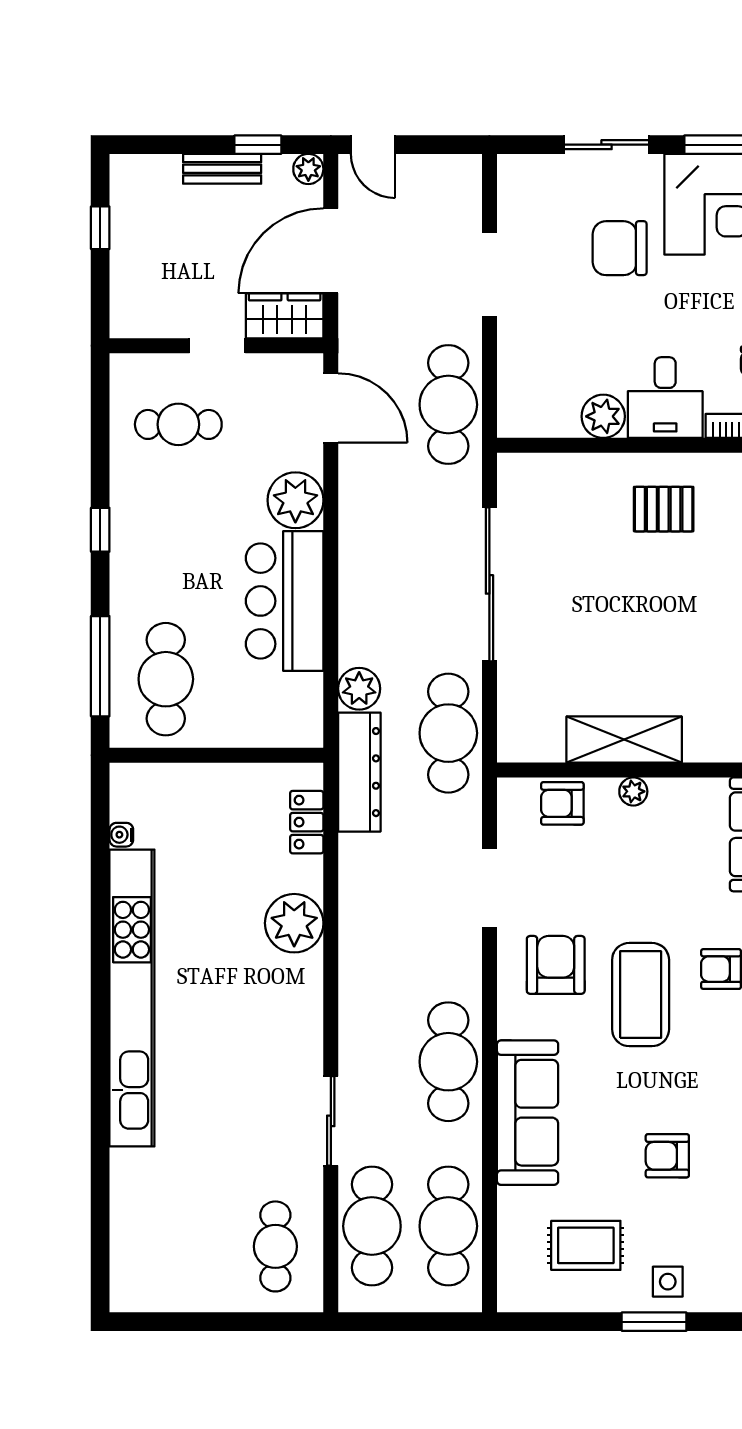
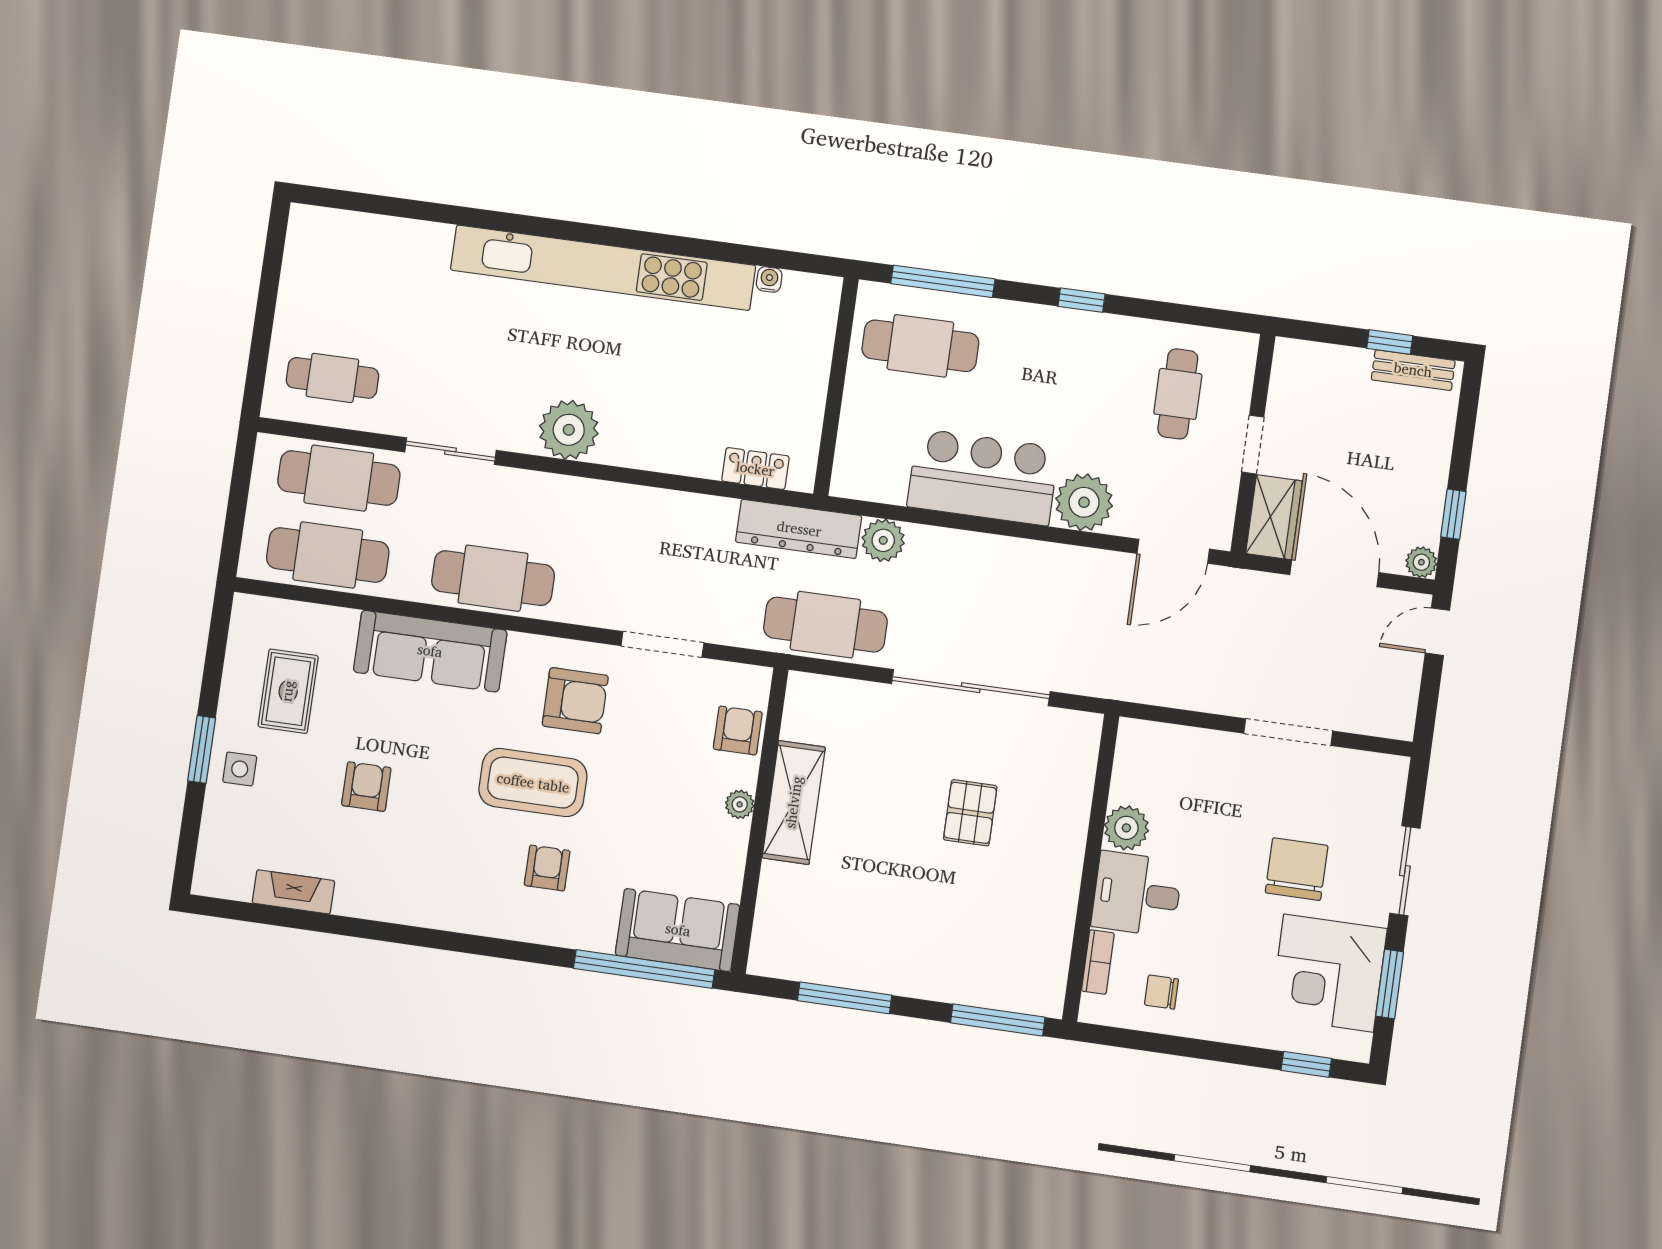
bench: (222, 169) -> (1413, 370), moved, turned 90
cafe table: (448, 405) -> (1160, 671), removed
pallet: (664, 509) -> (970, 813), moved
plant: (294, 923) -> (569, 430), moved

